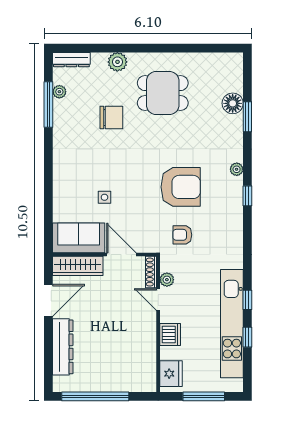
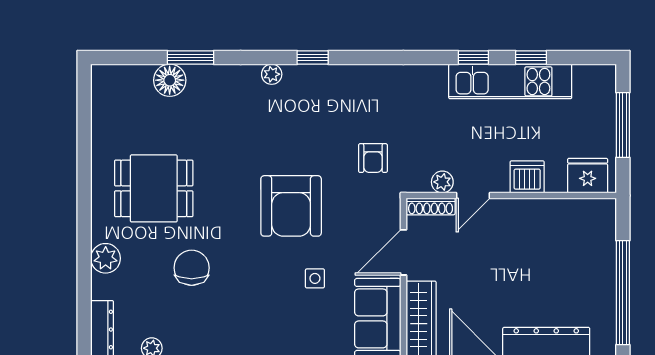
dining table: (163, 93) -> (154, 188), turned 90
armchair: (181, 187) -> (291, 206), moved, turned 180
kitchen unit: (232, 324) -> (510, 81), width x0.73

